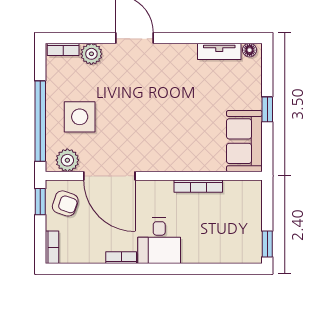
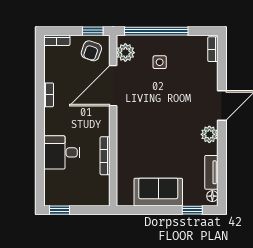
plant: (91, 54) -> (209, 134), moved
window: (267, 109) -> (192, 210), moved
side table: (80, 117) -> (160, 62), width x0.54, depth x0.54
sofa: (244, 141) -> (158, 192), moved
desk: (159, 241) -> (62, 152), moved

